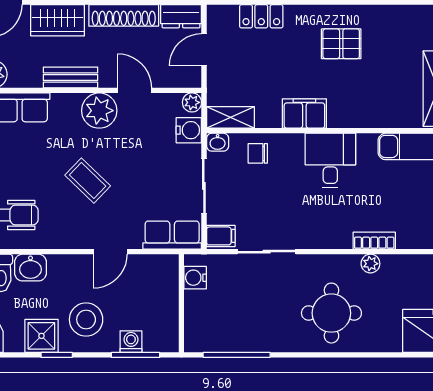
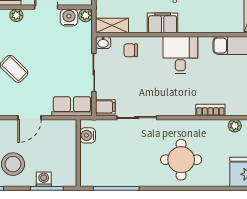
plant: (99, 111) -> (16, 15), width x0.53, depth x0.53
water cooler: (189, 130) -> (69, 17), moved, turned -90
plant: (370, 264) -> (235, 126), moved

